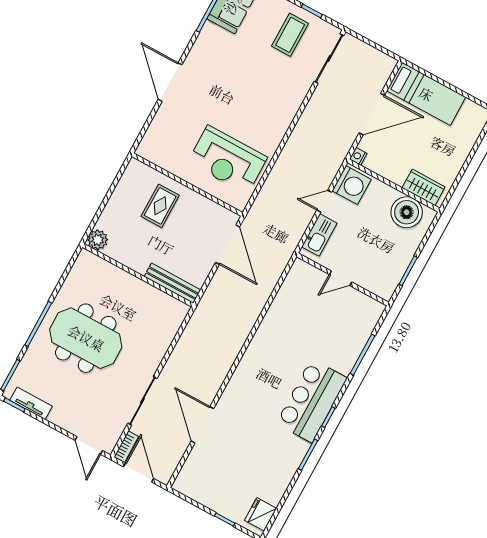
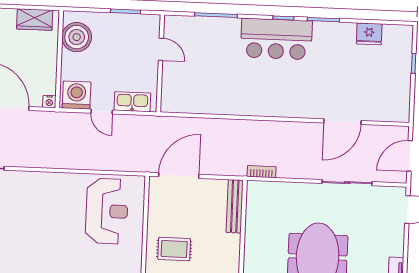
wardrobe: (424, 187) -> (35, 19), moved, turned -90
door: (341, 278) -> (161, 49), moved
bookcase: (126, 447) -> (262, 172), moved
fridge: (261, 514) -> (369, 34), moved

